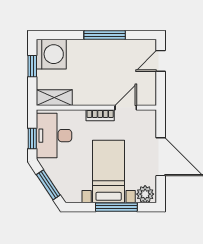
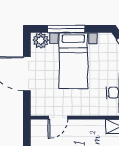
bookcase: (100, 115) -> (81, 111), removed

